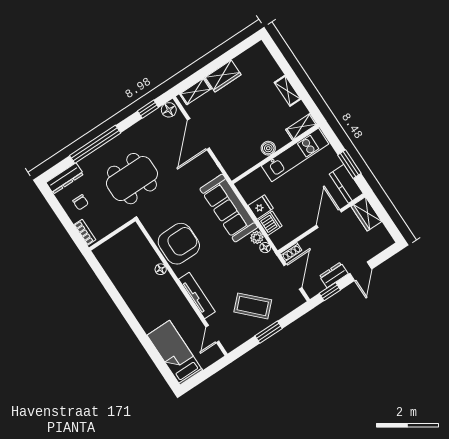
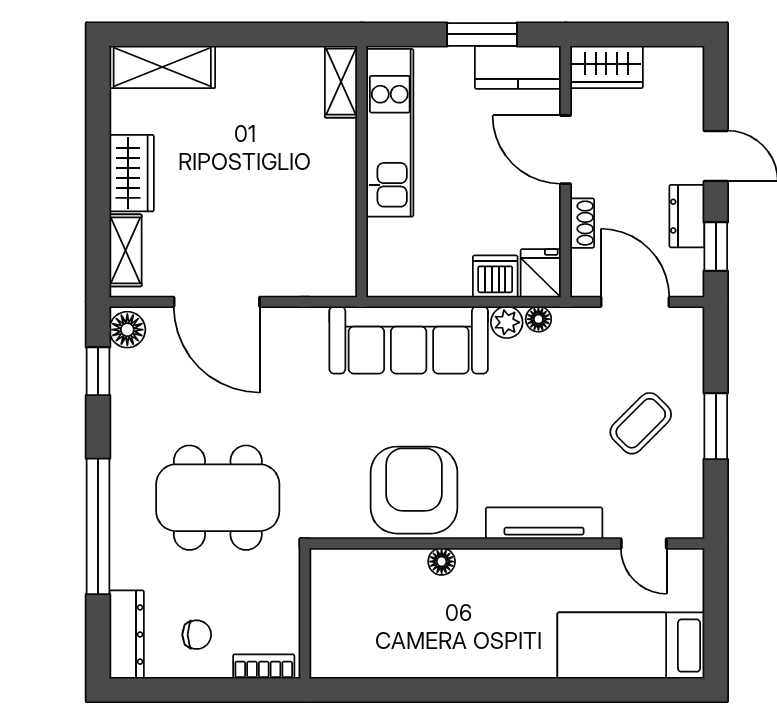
shelving: (287, 91) -> (162, 67), moved, width x1.50, depth x1.33
boiler: (268, 148) -> (340, 179), removed
dining table: (132, 179) -> (218, 498), turned 90
fridge: (261, 207) -> (541, 273), moved
shoe rack: (291, 252) -> (582, 223), moved
coffee table: (253, 306) -> (641, 423), width x0.73, depth x0.77

